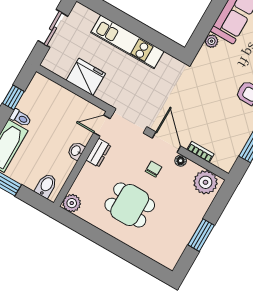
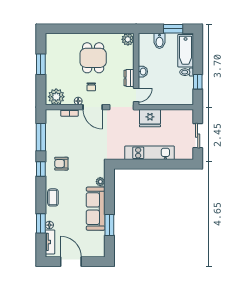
fridge: (86, 77) -> (150, 118), moved
bidet: (46, 186) -> (159, 41), moved
dining table: (130, 205) -> (93, 58), turned 90

